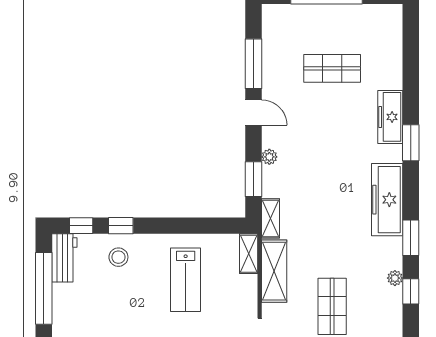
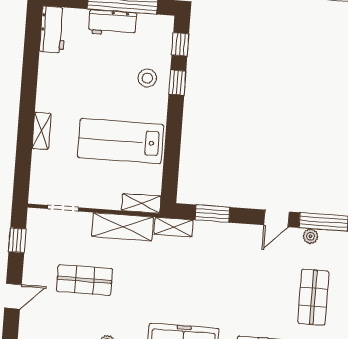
plant: (269, 157) -> (311, 236), moved
workbench: (64, 258) -> (112, 23), moved
lab bench: (186, 280) -> (121, 141), width x1.36, depth x1.39

